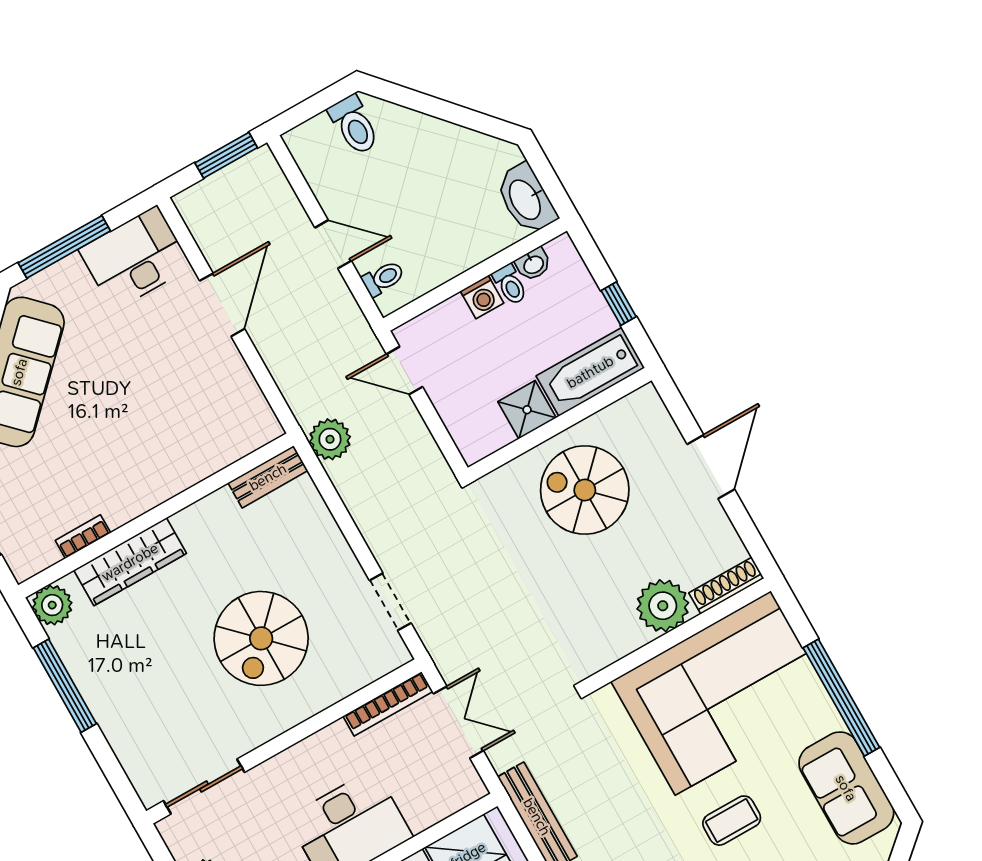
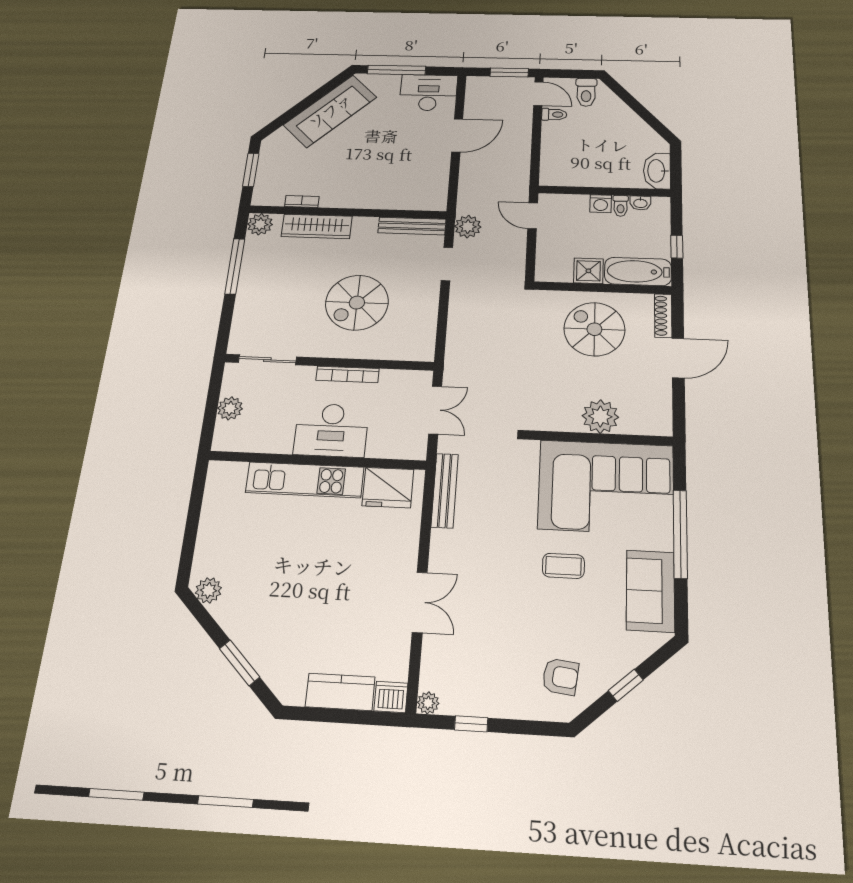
door: (333, 244) -> (538, 94), moved
toilet: (383, 278) -> (554, 114), moved
bench: (268, 477) -> (412, 226), width x1.36
shoe rack: (726, 586) -> (663, 316), moved, turned -90
doorway: (390, 602) -> (447, 264), moved
bookcase: (388, 704) -> (347, 374), moved

